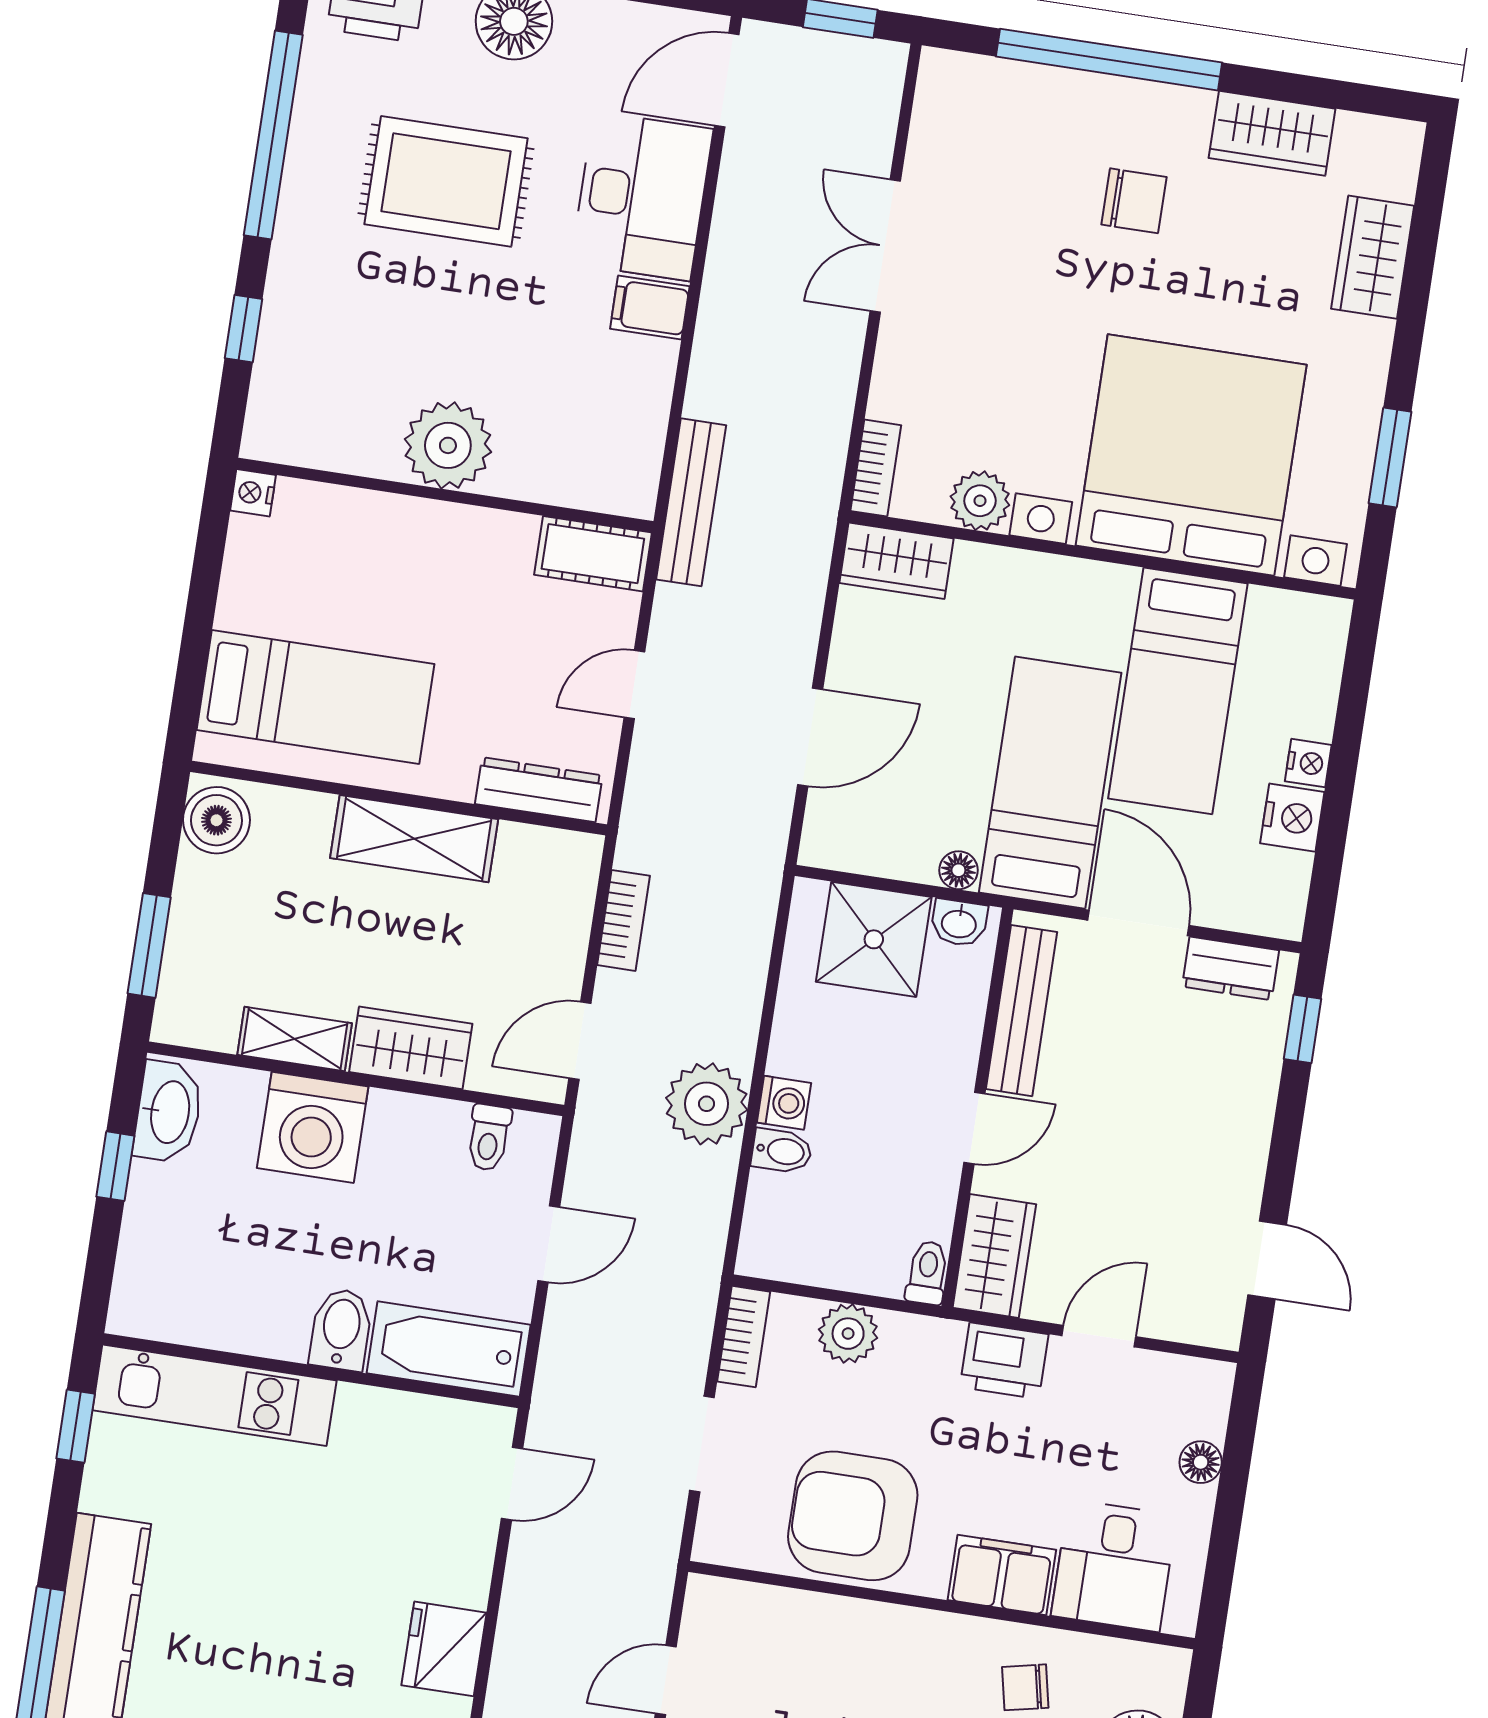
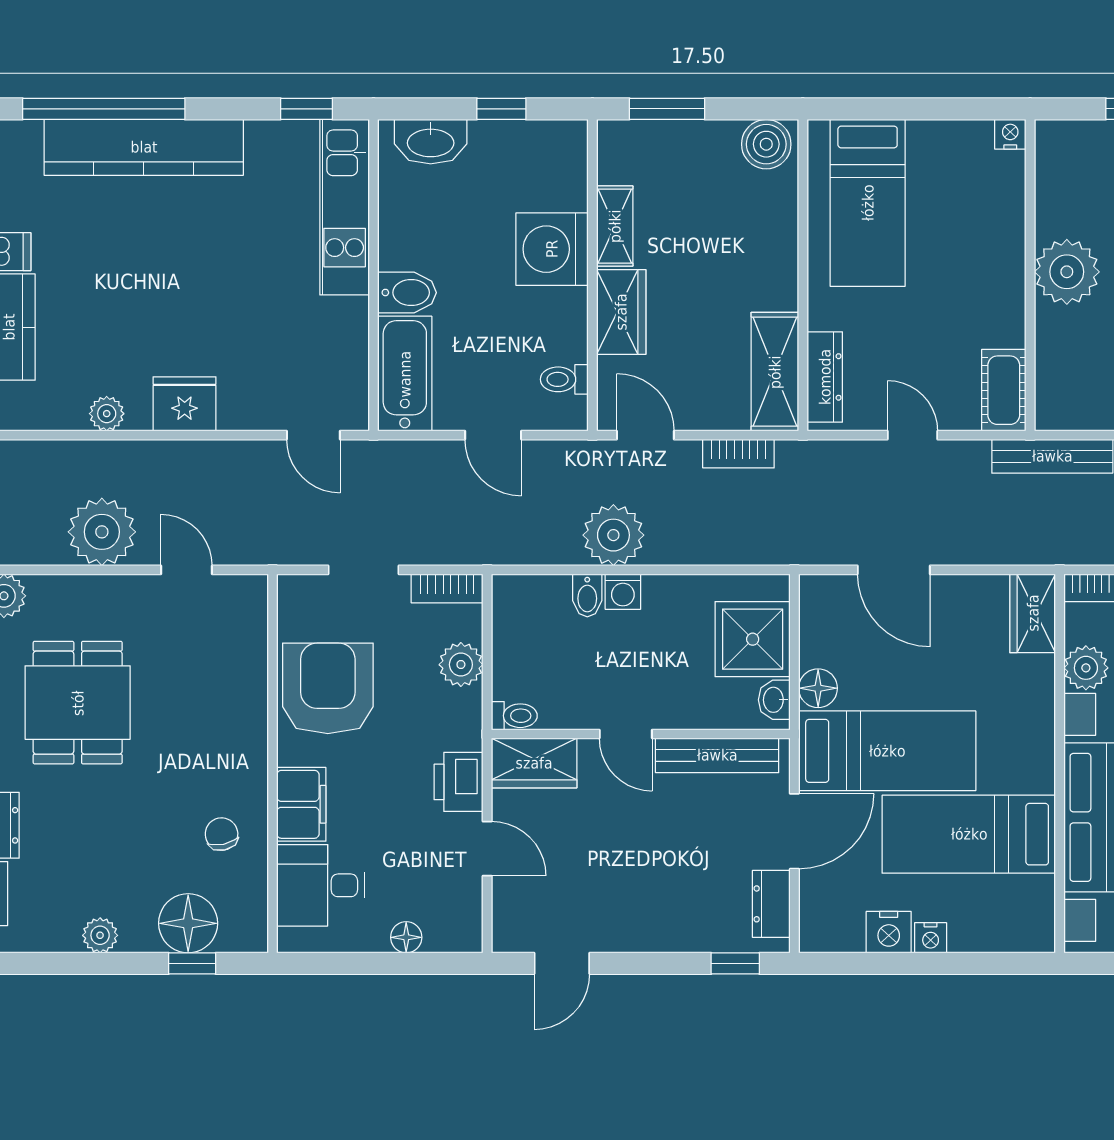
shelving: (414, 839) -> (775, 372), moved
floor lamp: (958, 870) -> (818, 688), width x1.37, depth x1.37
washbasin: (168, 1112) -> (431, 142), moved

